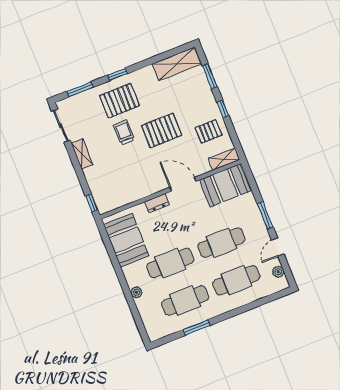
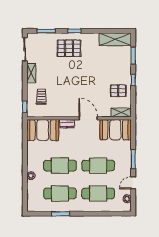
pallet: (162, 130) -> (88, 78), removed
trolley: (124, 132) -> (41, 97), moved
booth: (126, 240) -> (43, 130), moved, turned 90

